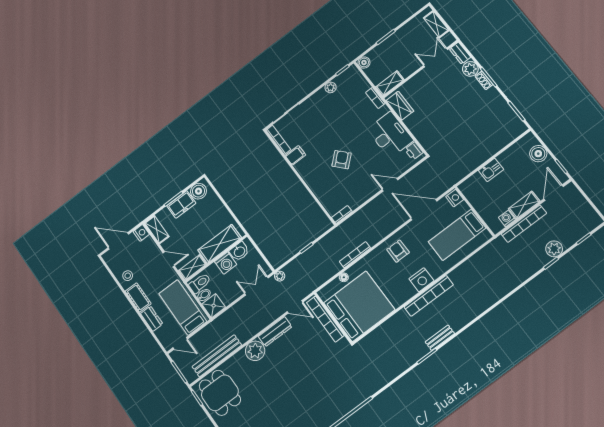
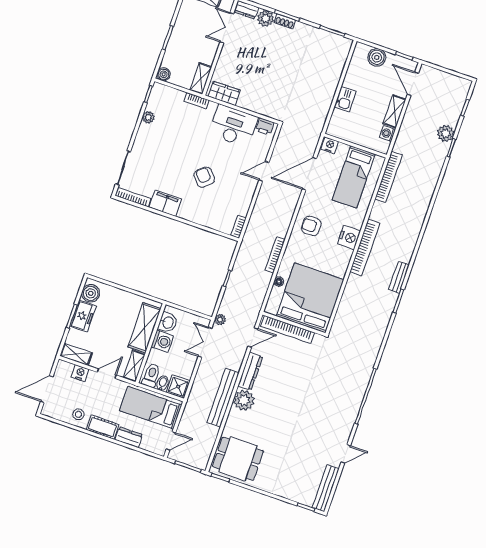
filing cabinet: (295, 155) -> (165, 203), width x2.00
bookcase: (524, 224) -> (389, 177), moved
nightstand: (141, 233) -> (80, 373), moved
bench: (217, 356) -> (223, 398), moved

